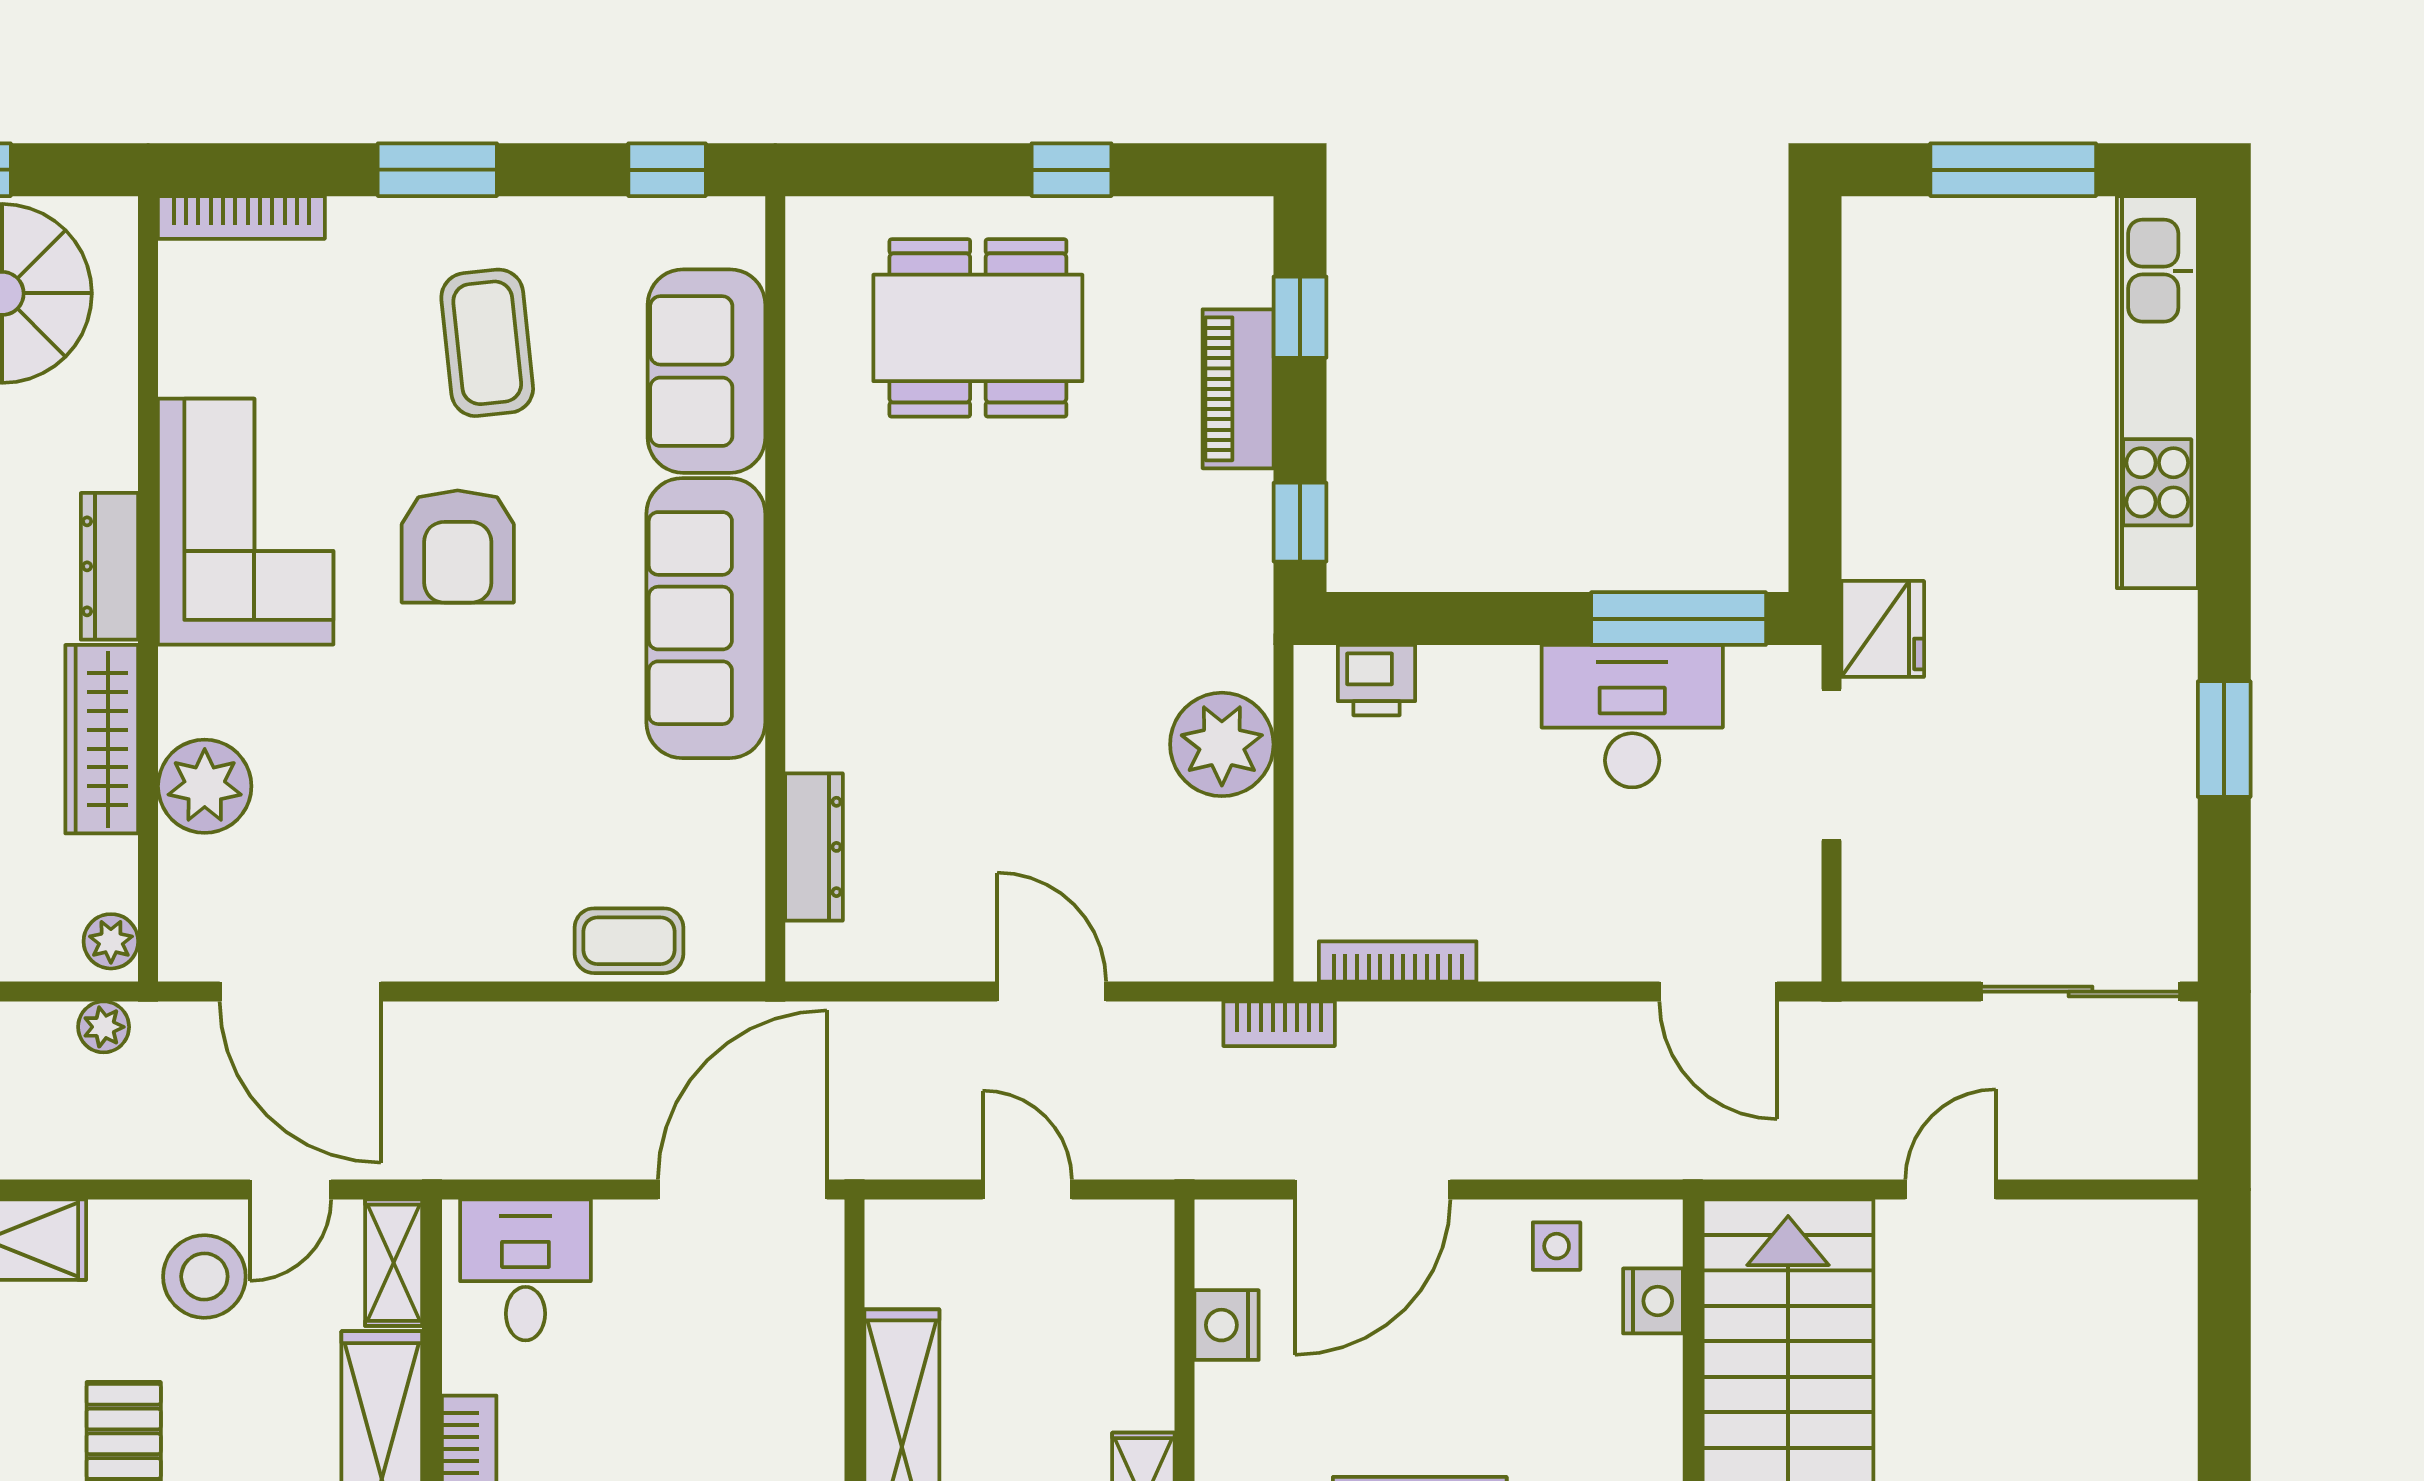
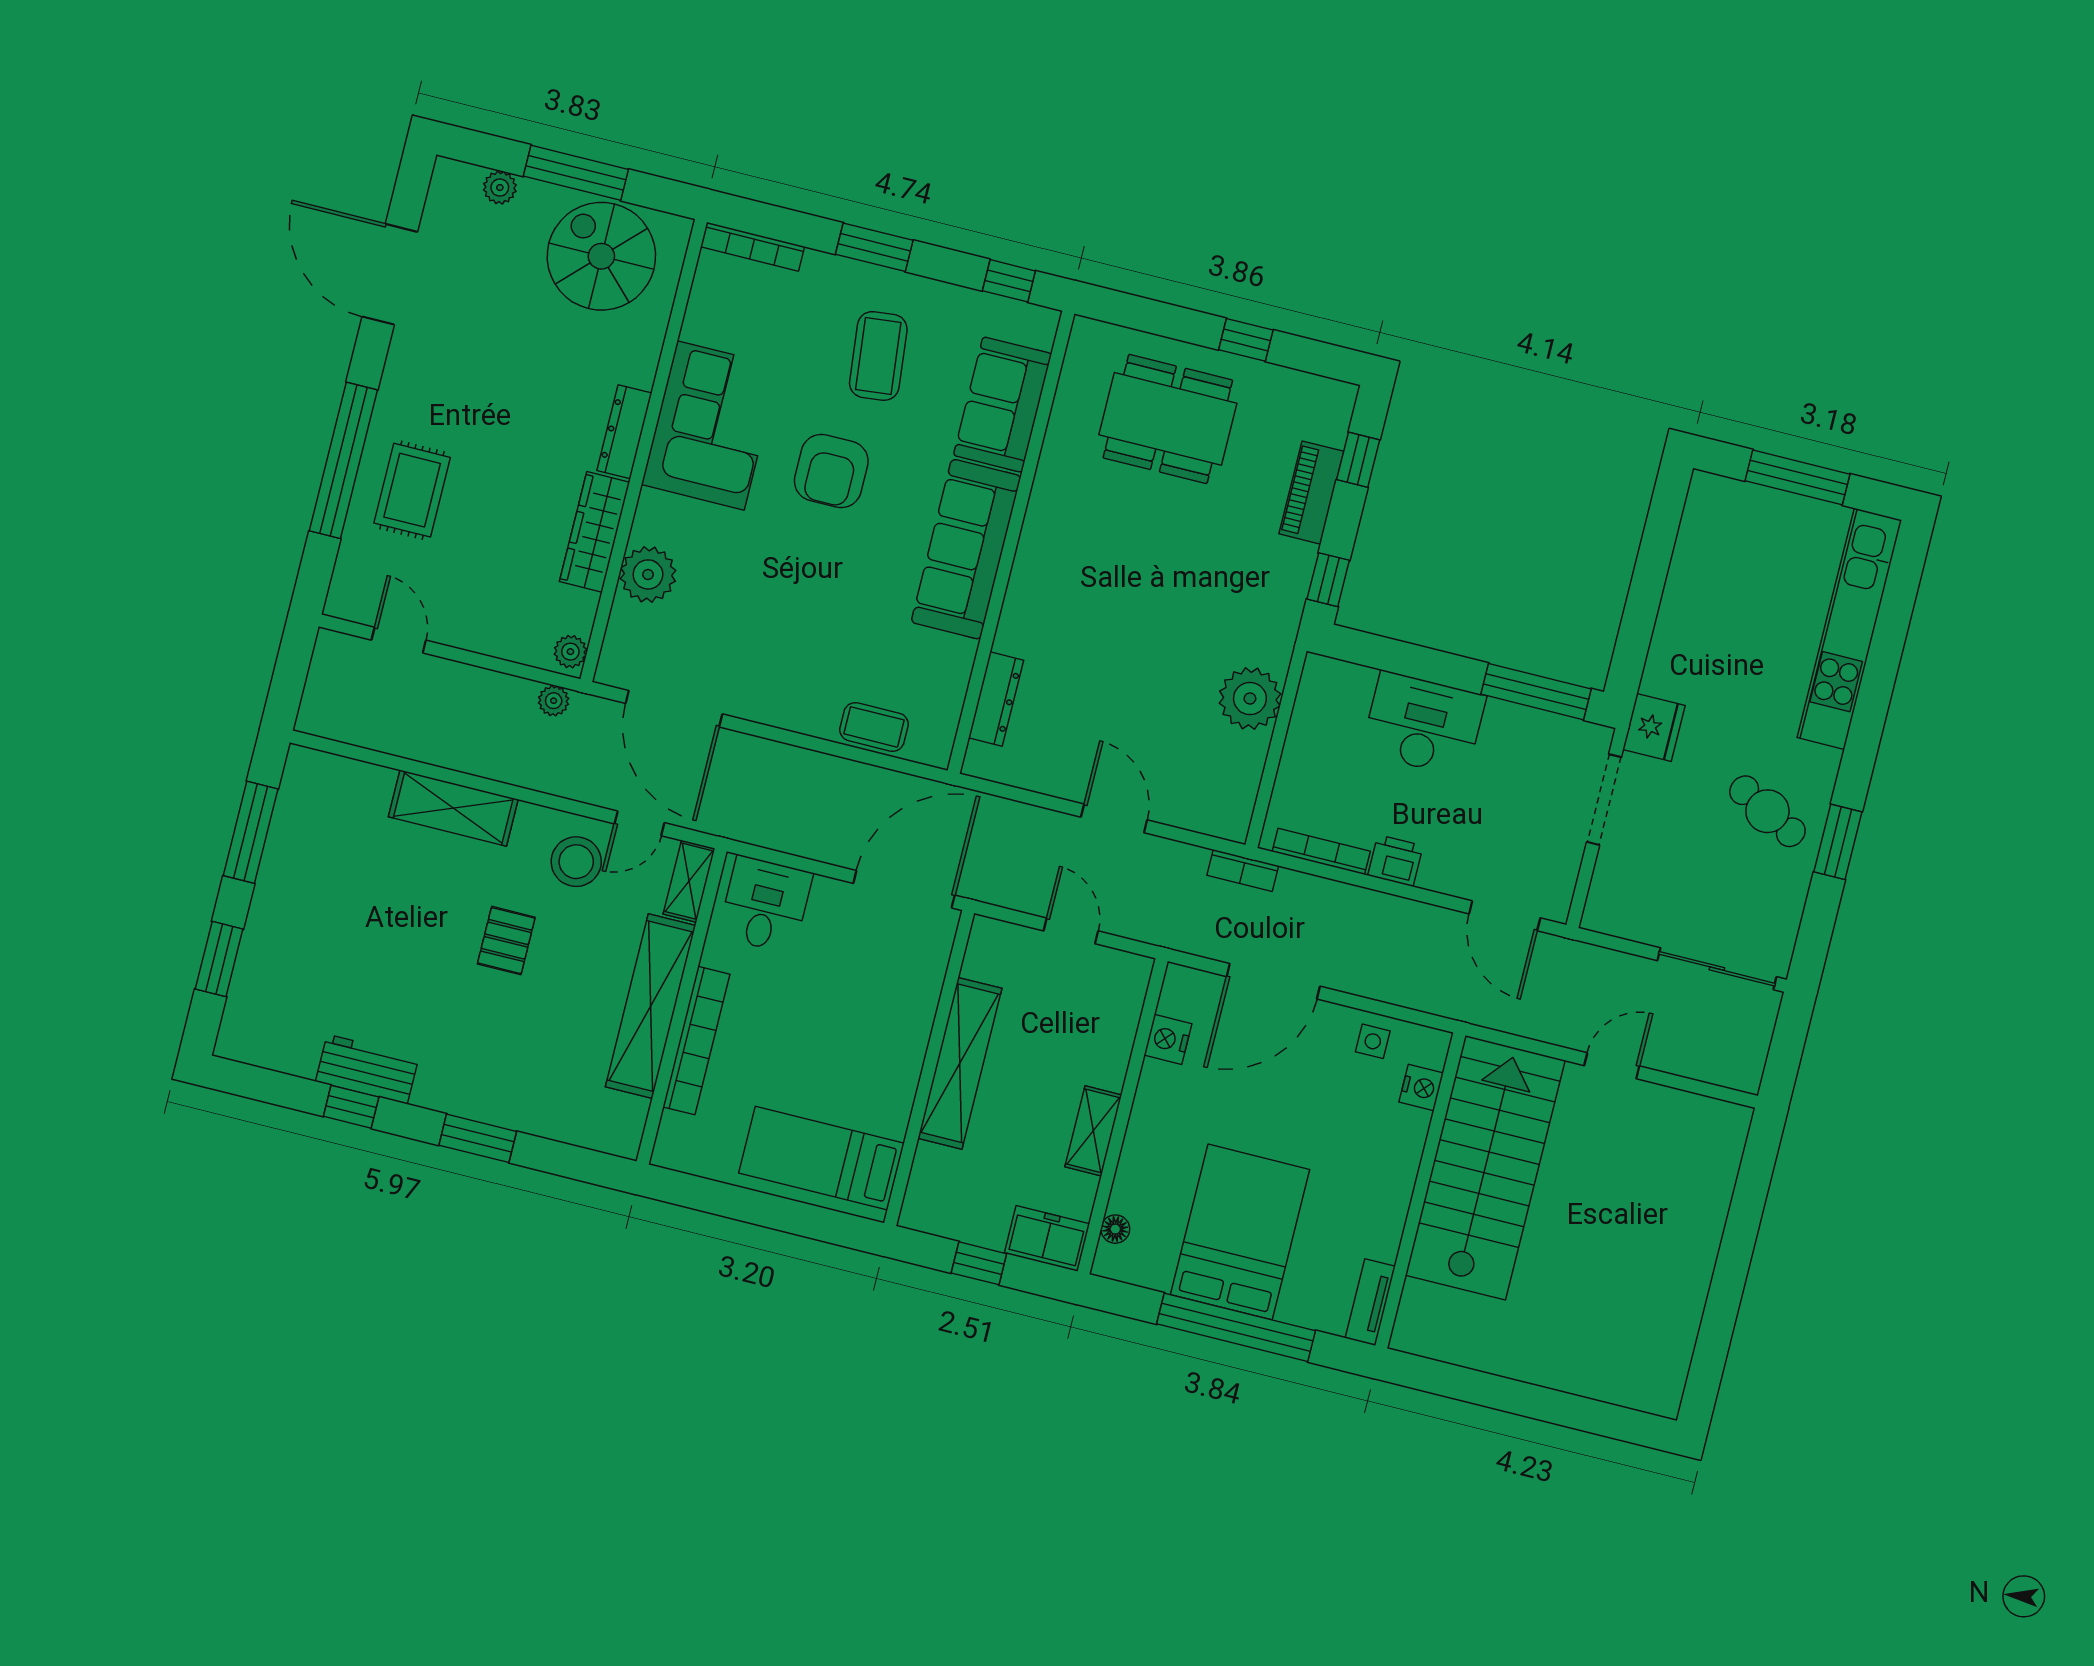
printer: (1376, 680) -> (1395, 861), moved, turned 180
desk: (1632, 716) -> (1424, 724), moved
cafe table: (2099, 718) -> (1767, 811), added

